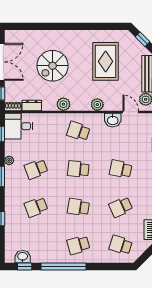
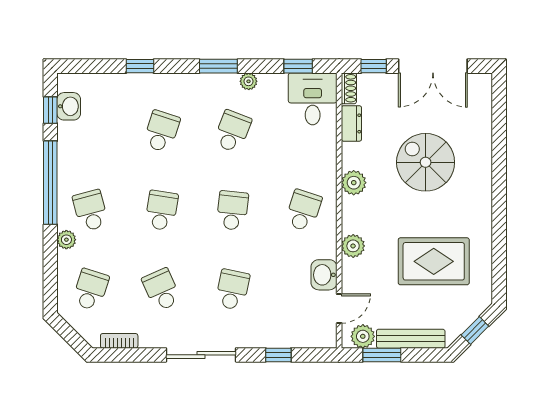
school desk: (36, 169) -> (232, 131), turned 42
school desk: (36, 207) -> (161, 131), turned 39
plant: (94, 258) -> (66, 240), added

